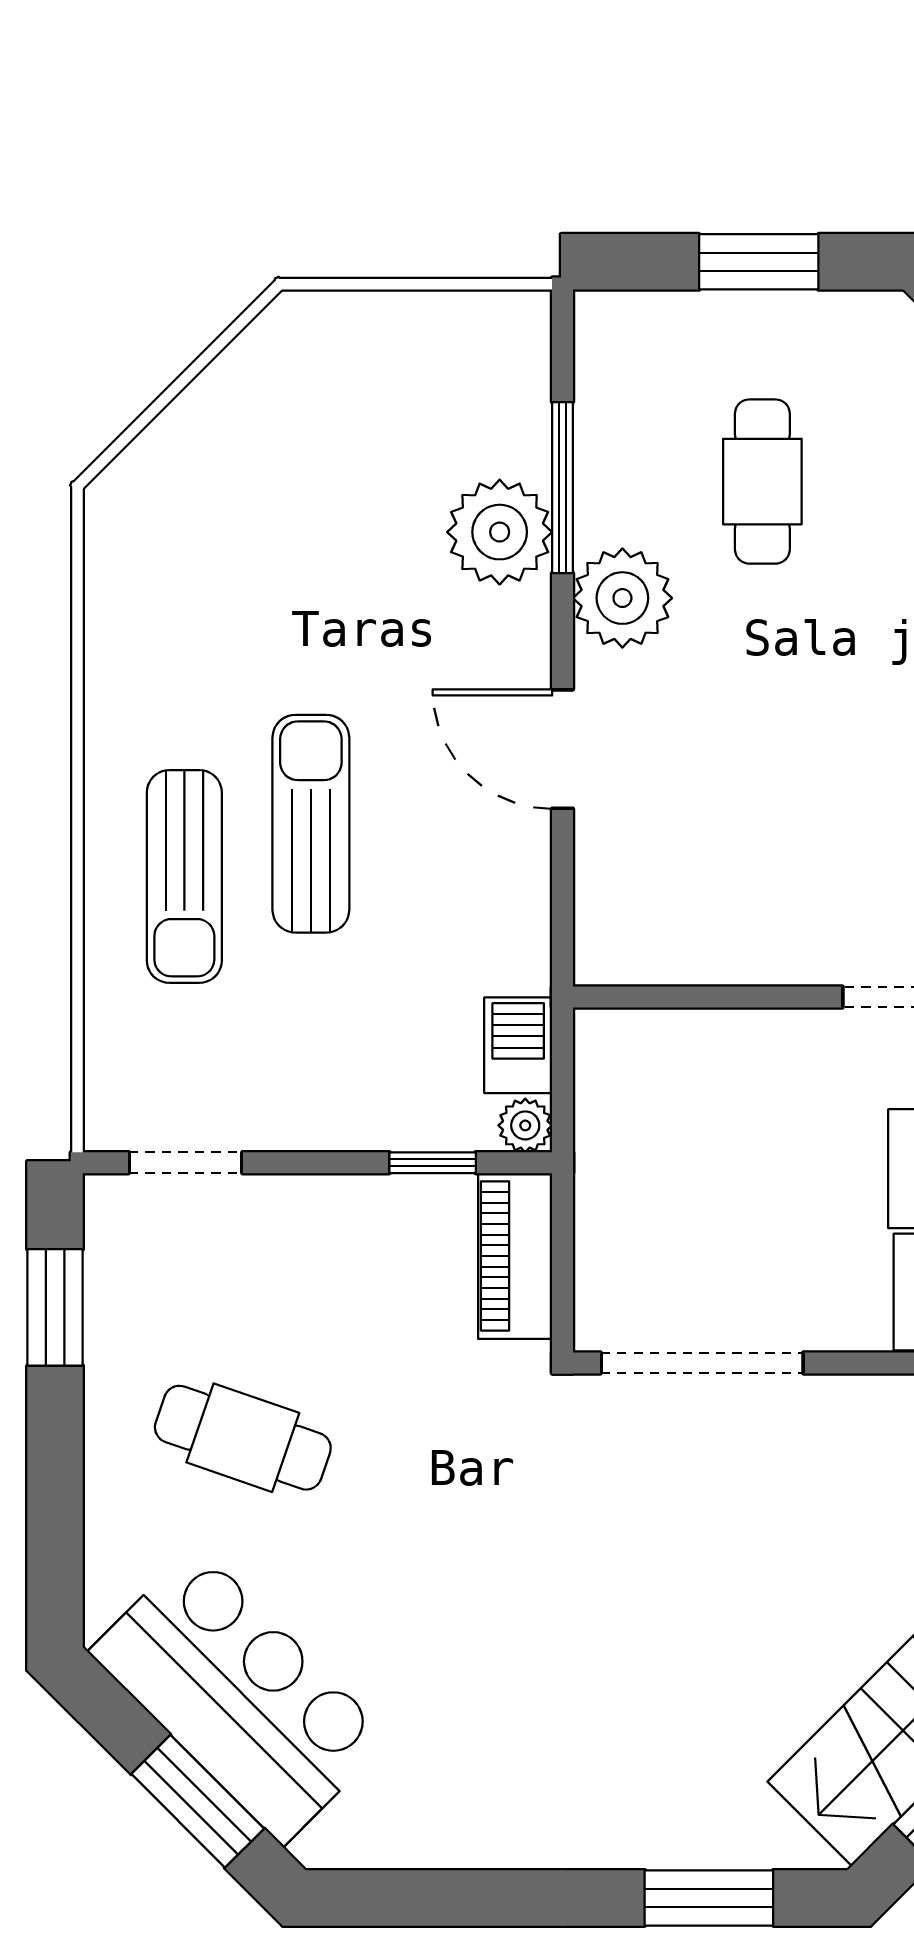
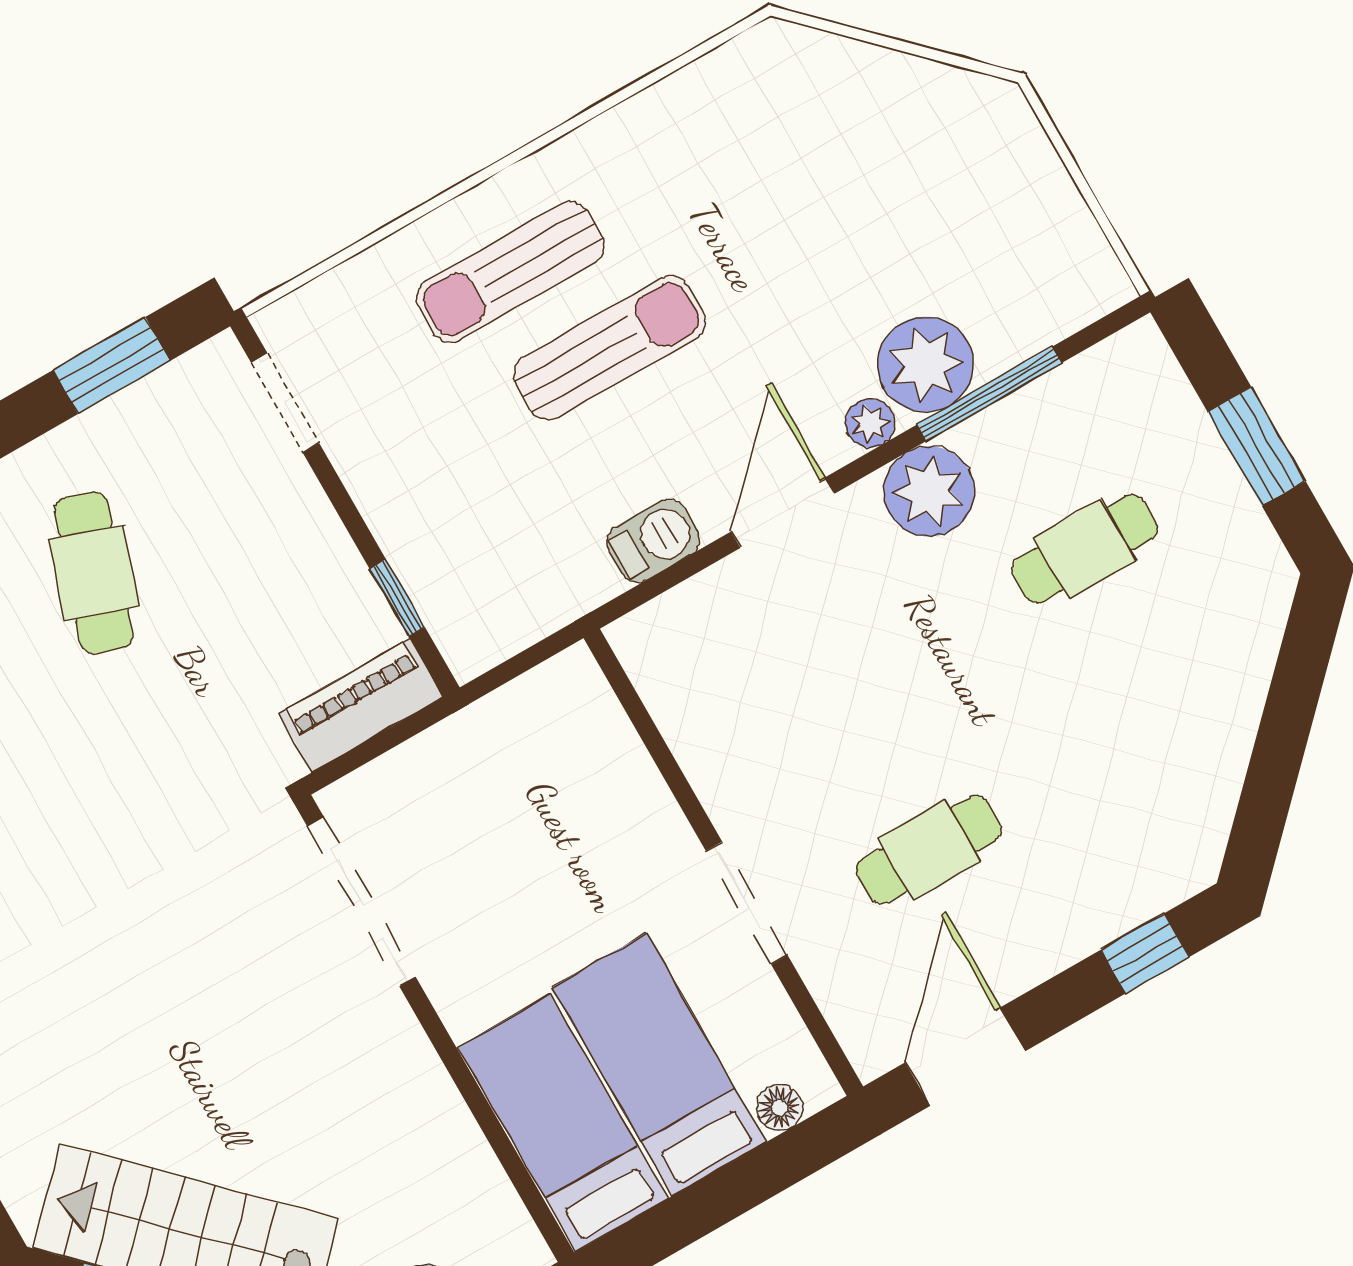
barbecue: (518, 1045) -> (653, 541), moved
plant: (525, 1125) -> (870, 423), moved

